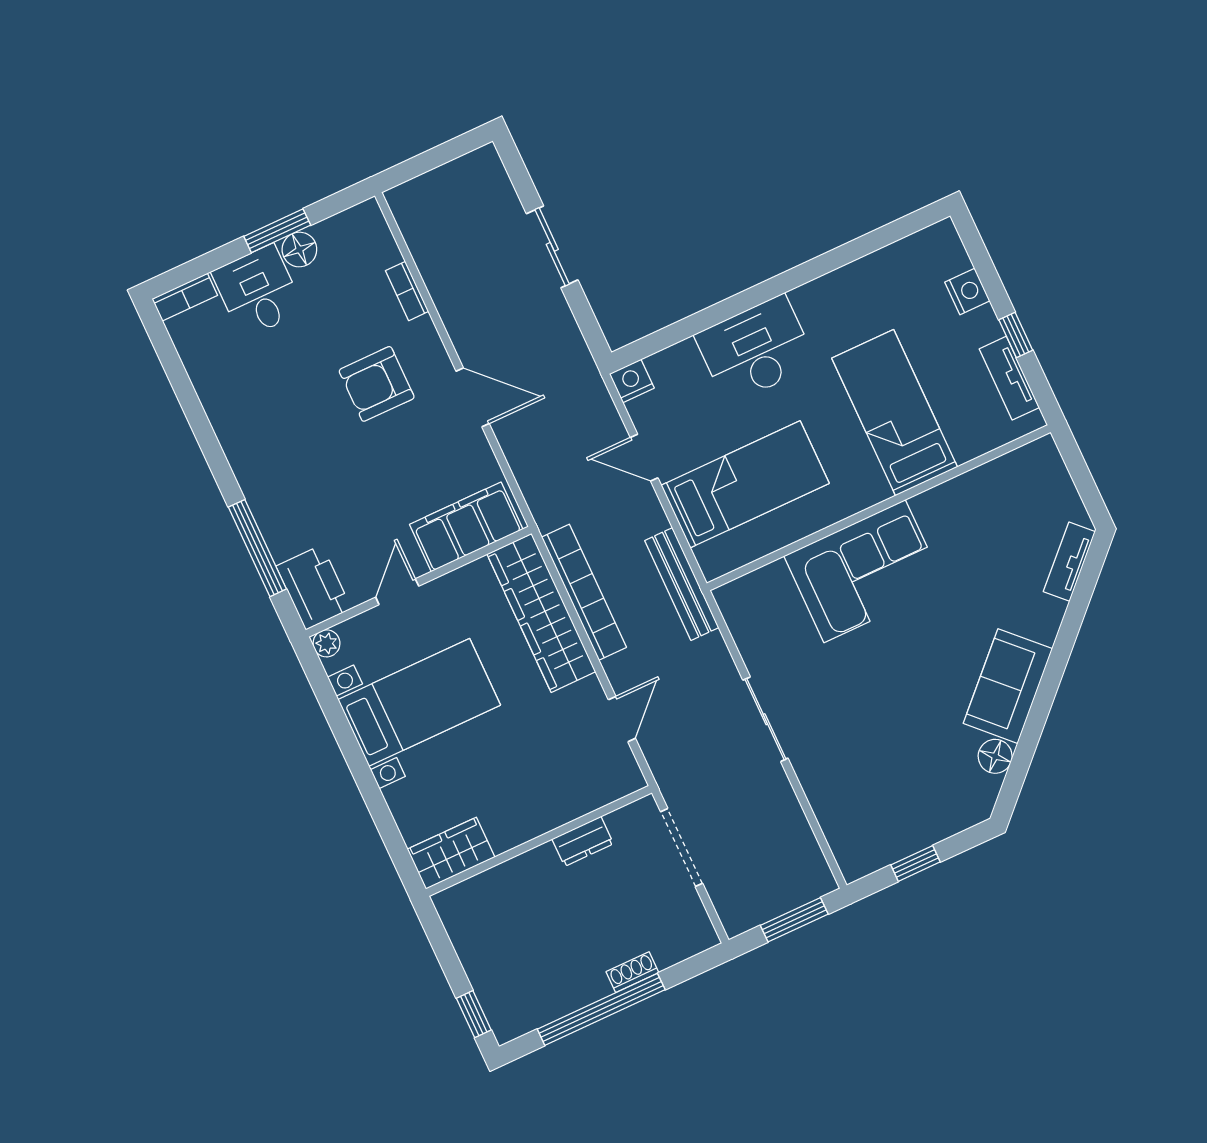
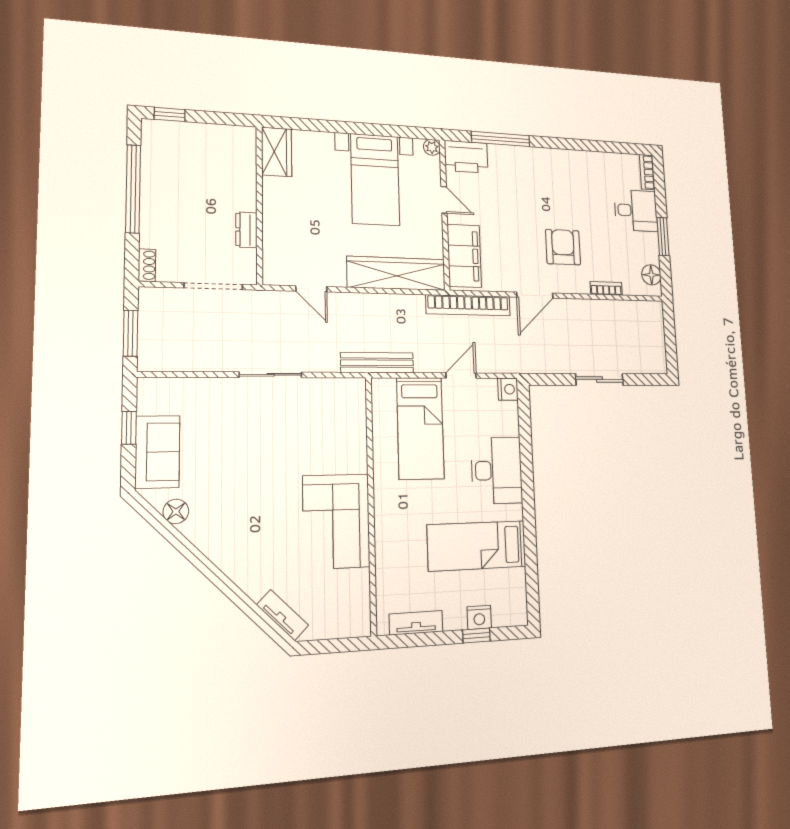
floor lamp: (299, 250) -> (651, 275), moved
window: (1016, 335) -> (476, 635), moved
bed: (895, 413) -> (477, 546), moved, turned 180
corner sofa: (865, 571) -> (336, 521), moved
bookcase: (584, 592) -> (468, 305), moved
sofa: (1008, 686) -> (157, 452), moved, turned 45
shoe rack: (632, 972) -> (147, 265), moved

